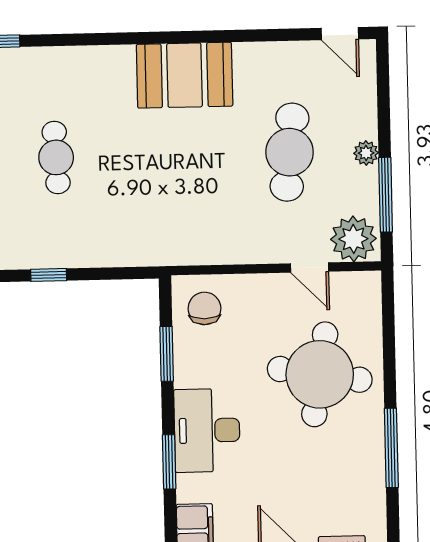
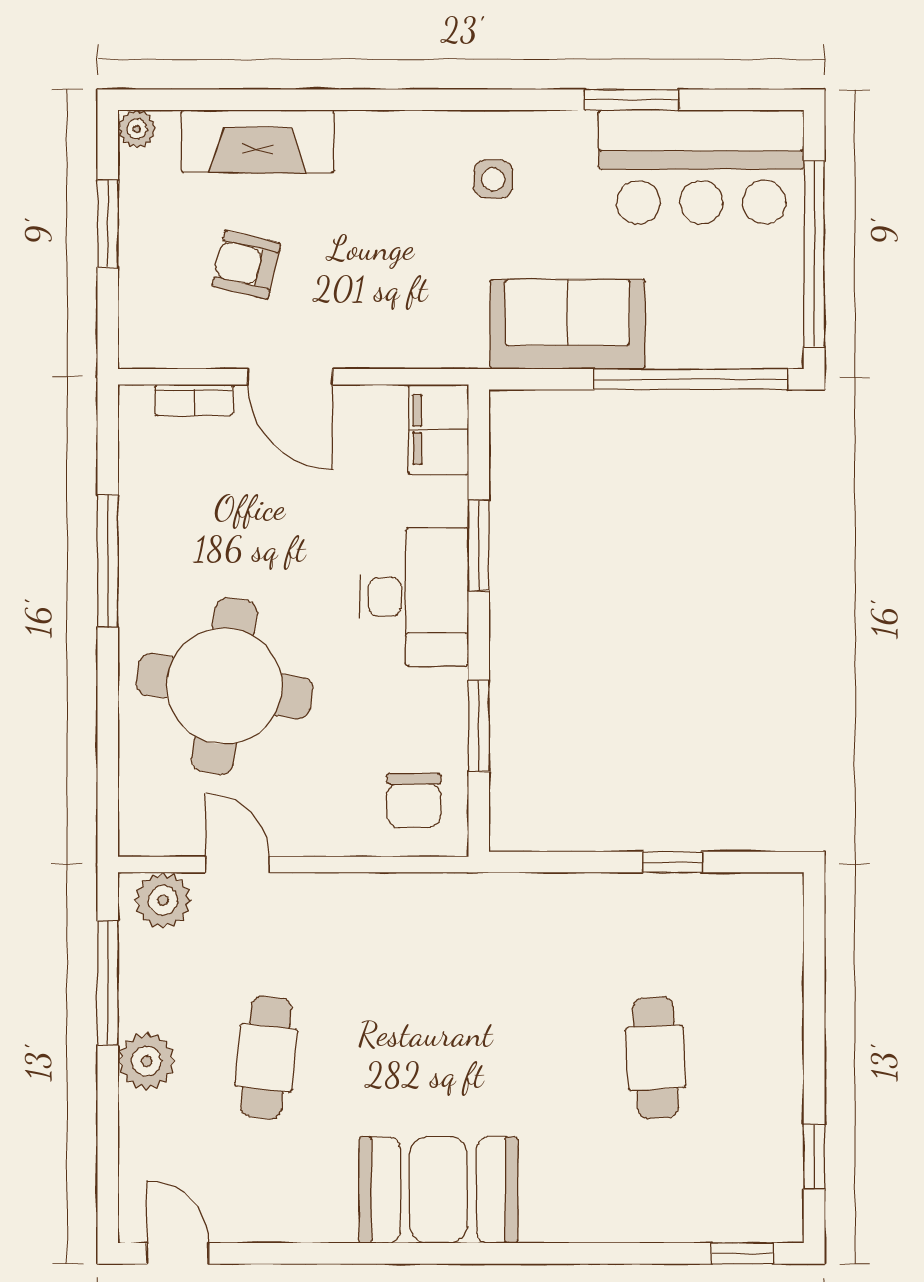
cafe table: (290, 152) -> (266, 1058), width x0.73, depth x0.74
plant: (366, 153) -> (146, 1061), width x1.38, depth x1.38
plant: (353, 239) -> (163, 900), width x0.73, depth x0.73

